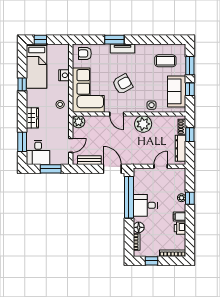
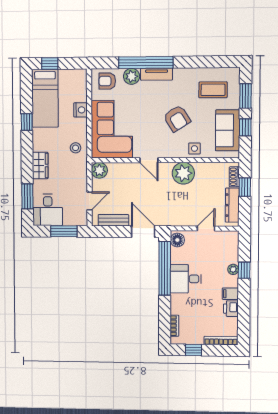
window: (114, 40) -> (146, 62), width x2.11
plant: (103, 50) -> (132, 76), added
armchair: (123, 84) -> (177, 118), moved, turned 87
floor lamp: (139, 227) -> (177, 240), moved

